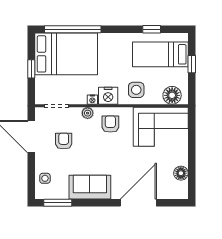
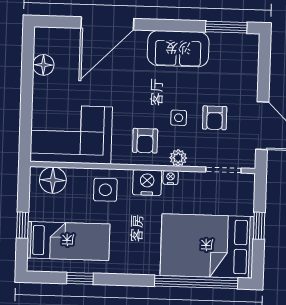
side table: (45, 178) -> (179, 118), moved

